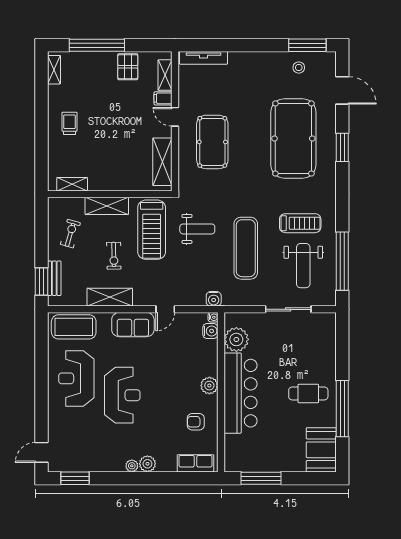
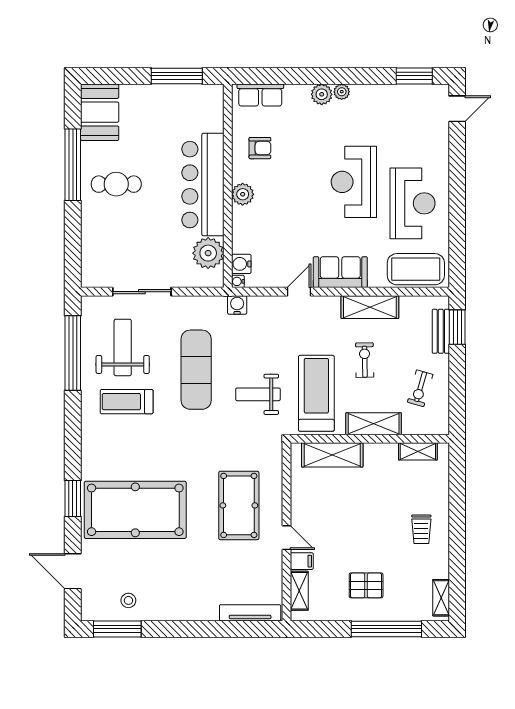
pallet: (128, 67) -> (366, 585), moved, turned 90
pool table: (293, 138) -> (135, 510), turned 90
shelving: (162, 162) -> (332, 455), moved, turned 90

